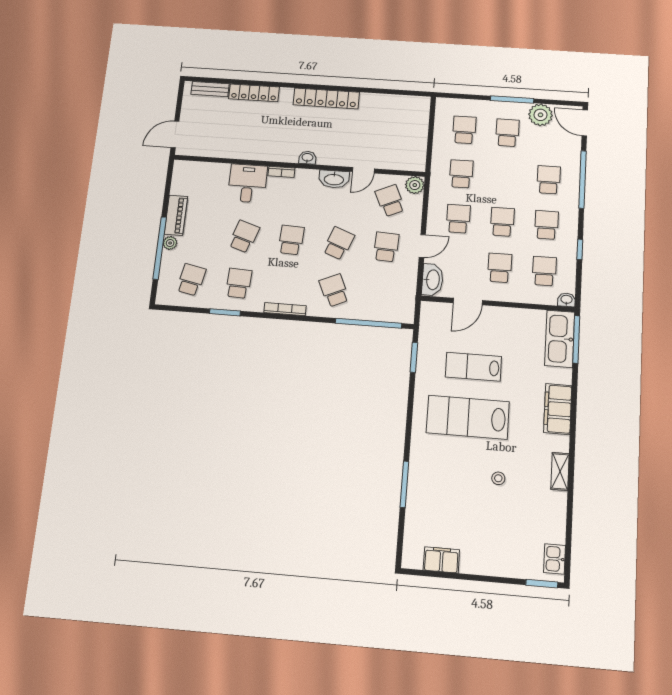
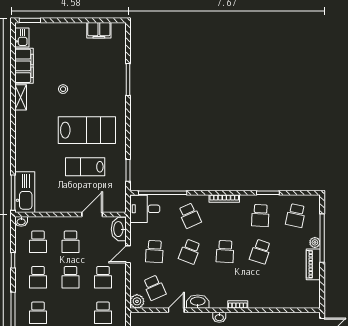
desk: (247, 183) -> (145, 209), moved, turned 90
lab bench: (473, 367) -> (85, 167), turned 180
filing cabinet: (558, 409) -> (24, 66), moved

